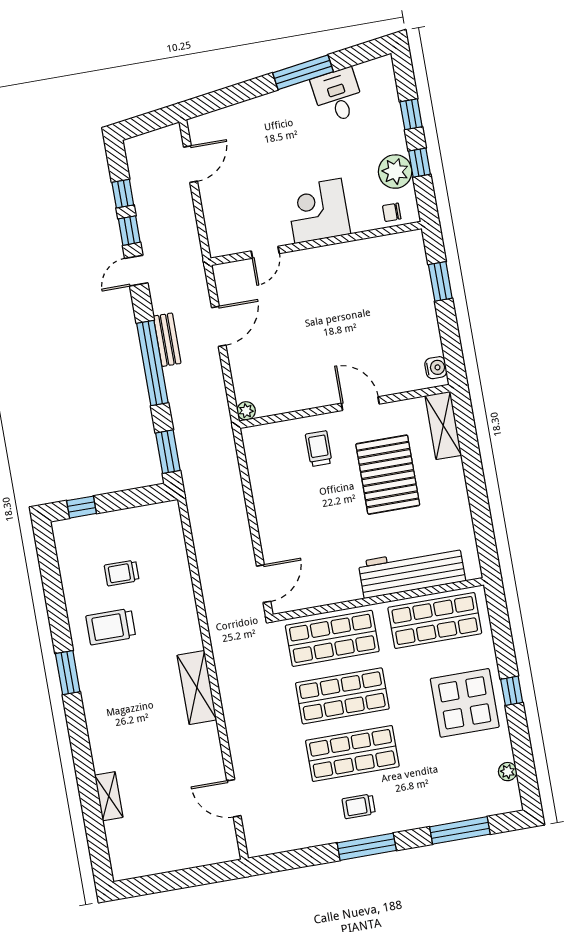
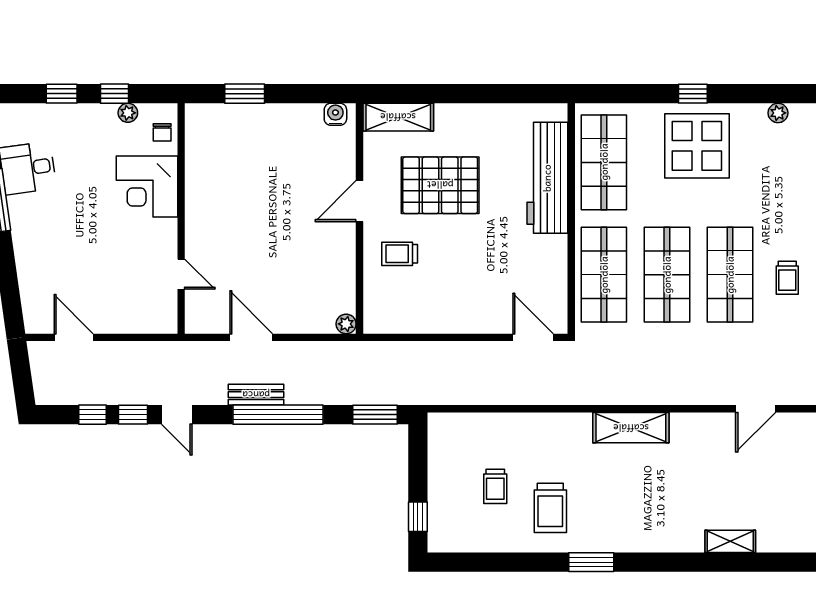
plant: (395, 172) -> (128, 113), width x0.53, depth x0.53
corner desk: (318, 211) -> (147, 187), moved

